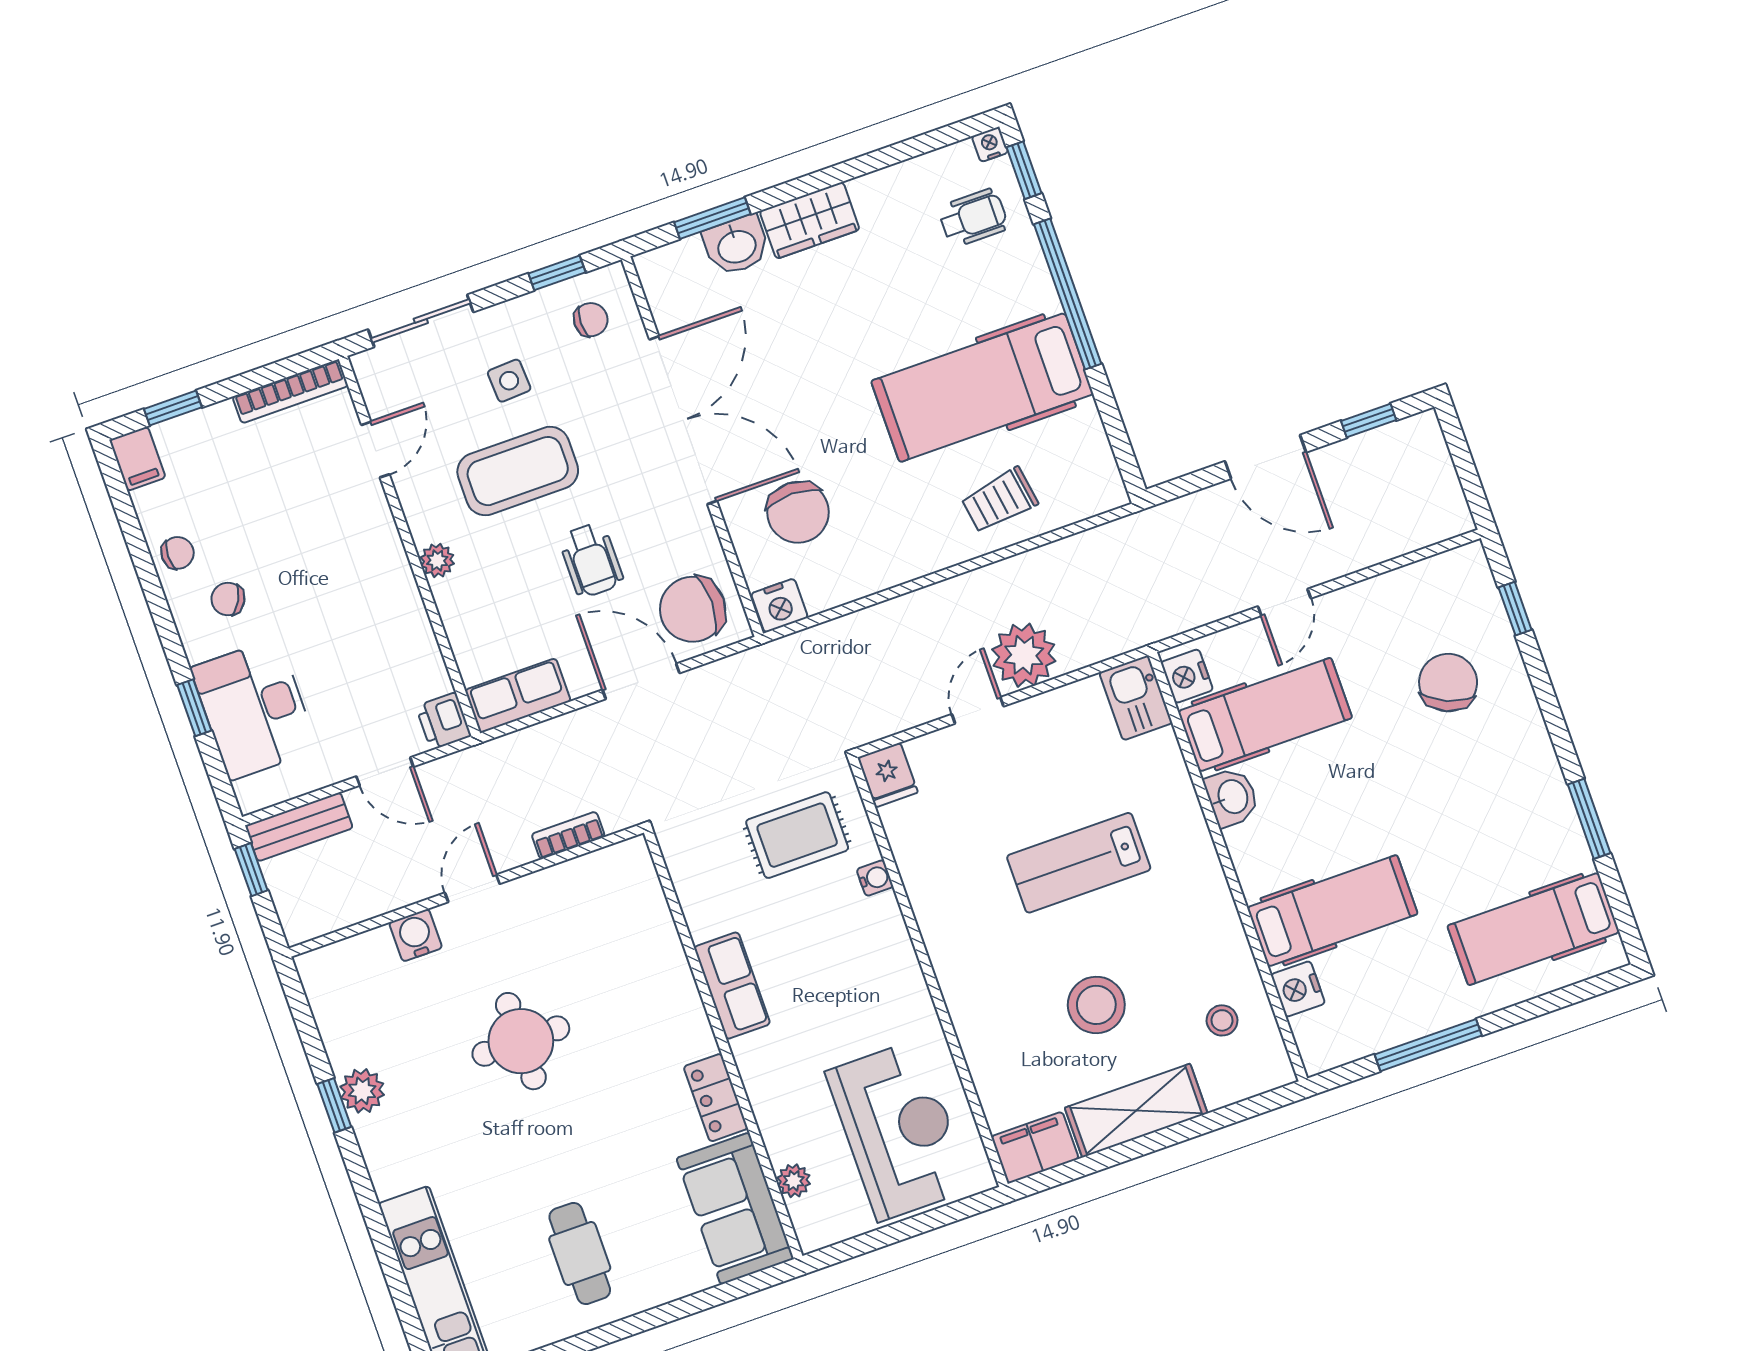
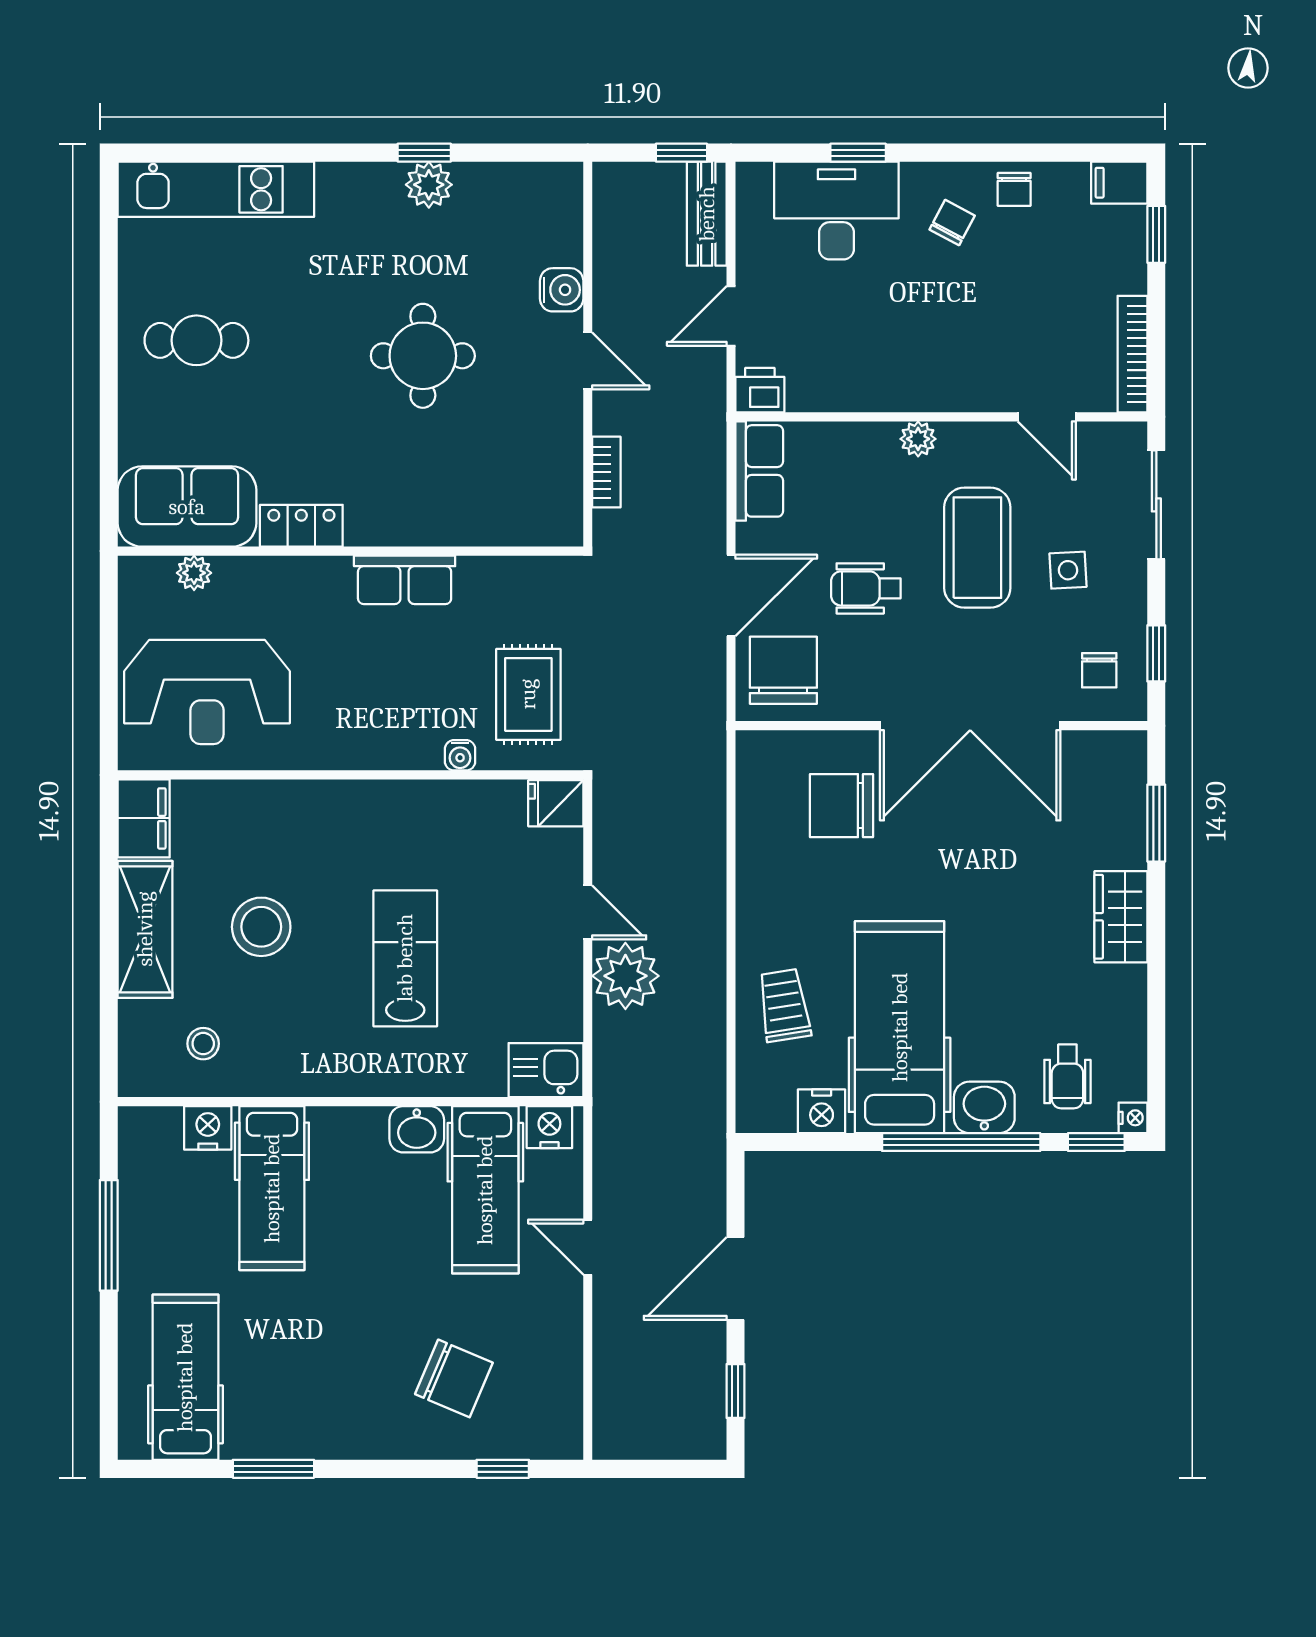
washbasin: (736, 245) -> (984, 1107), moved, turned 90
nightstand: (779, 606) -> (822, 1111), moved, turned -90

